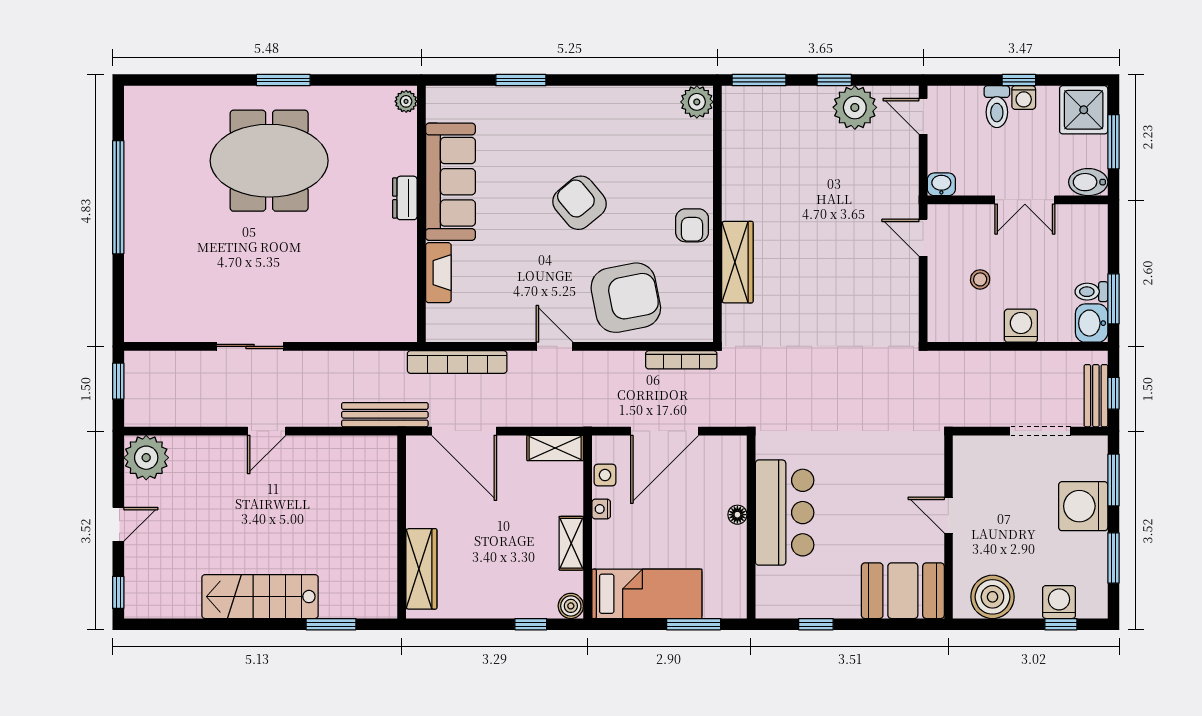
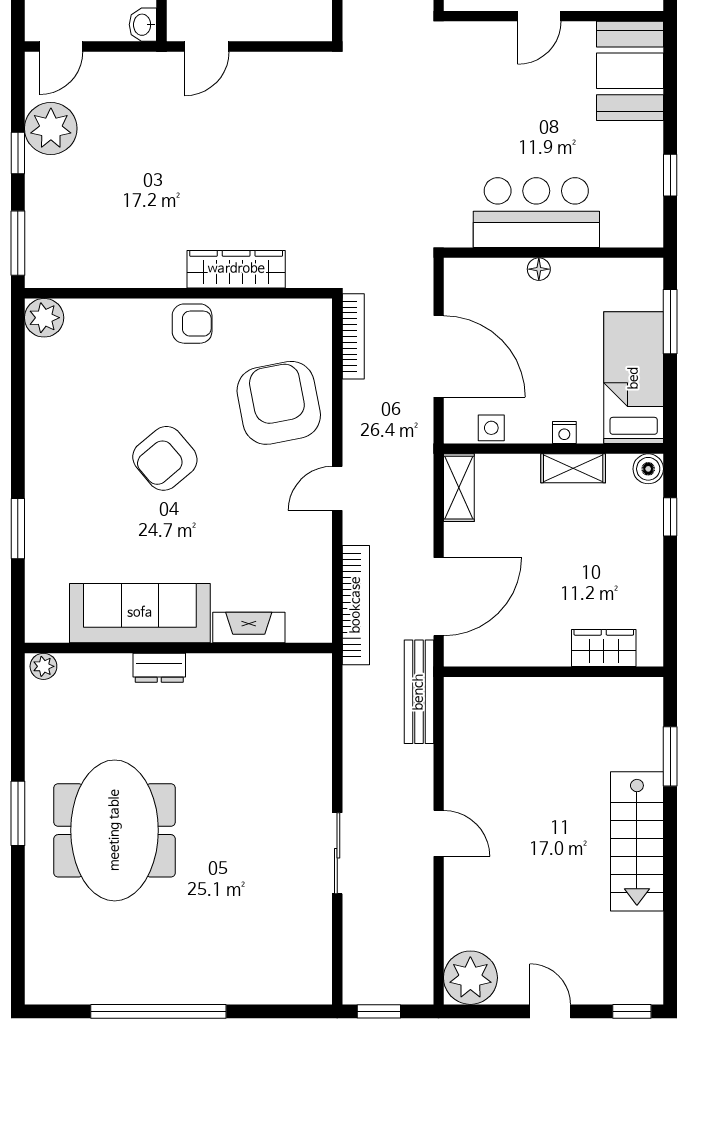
nightstand: (601, 509) -> (564, 432), moved
wardrobe: (421, 569) -> (604, 648), width x0.67

